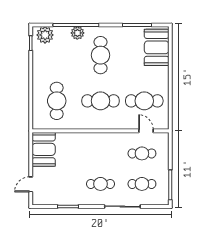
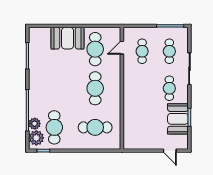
plant: (77, 33) -> (35, 124), moved
booth: (157, 47) -> (68, 38), moved
cafe table: (100, 55) -> (54, 127), moved, turned 90
booth: (44, 149) -> (178, 119), moved, turned 90

